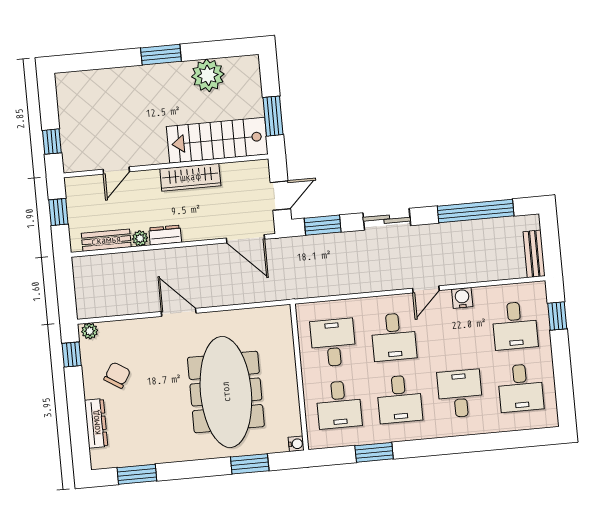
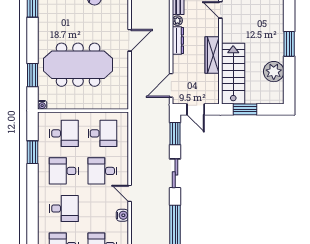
dresser: (165, 235) -> (178, 40), width x1.44
desk: (339, 405) -> (64, 133), turned 180

